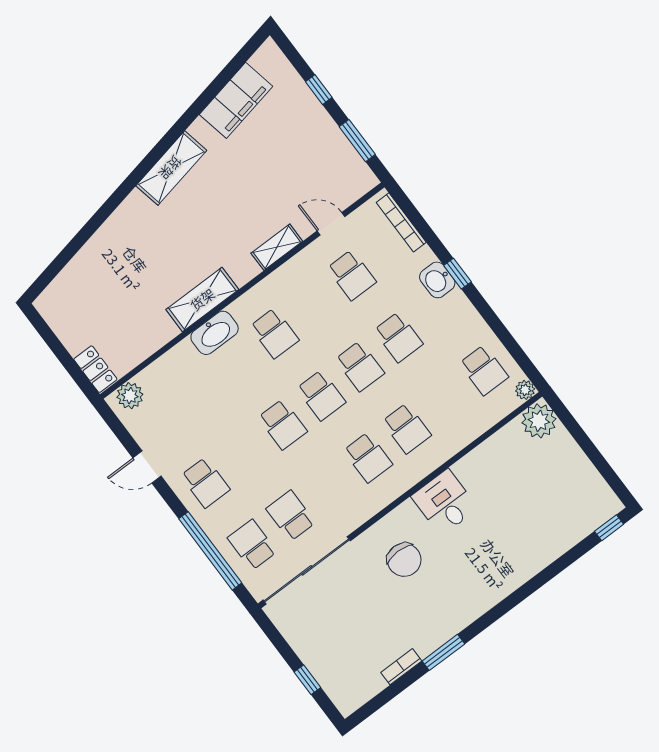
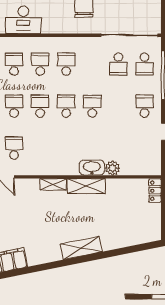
shelving: (171, 168) -> (81, 248), moved
shelving: (277, 247) -> (53, 184), moved
school desk: (274, 333) -> (14, 64), moved
plant: (130, 396) -> (113, 168), moved
desk: (445, 502) -> (23, 20), moved, width x1.37

